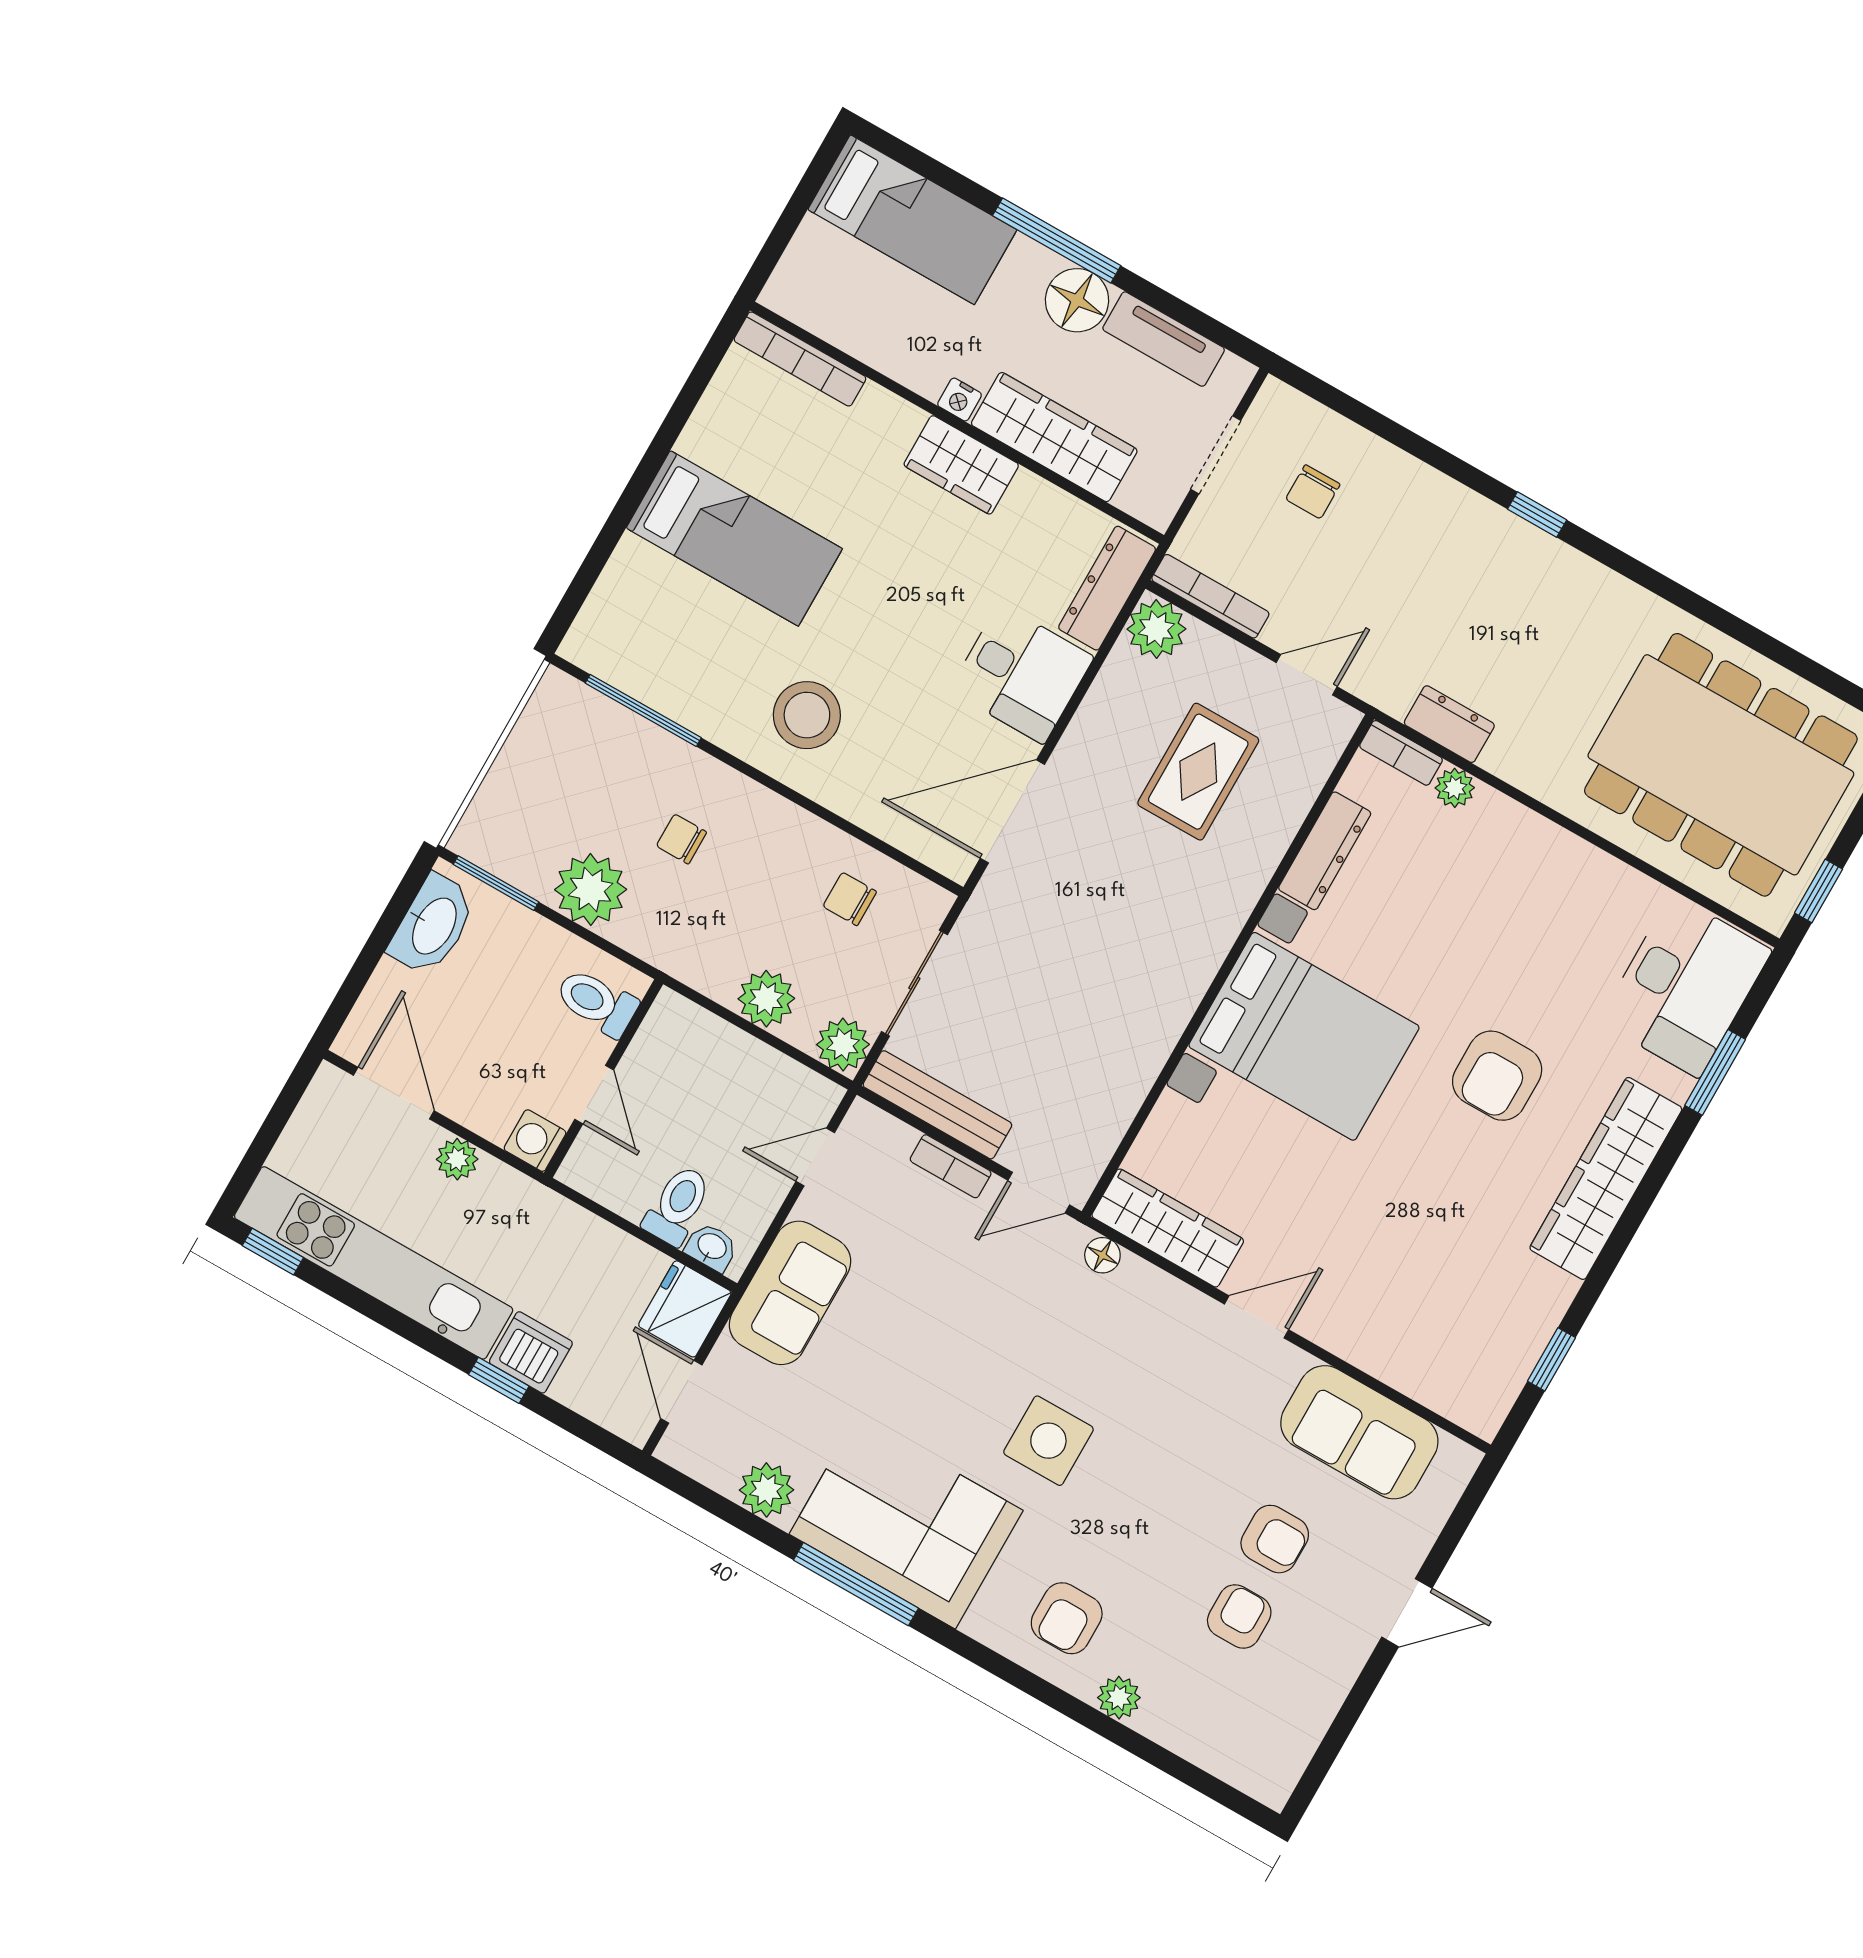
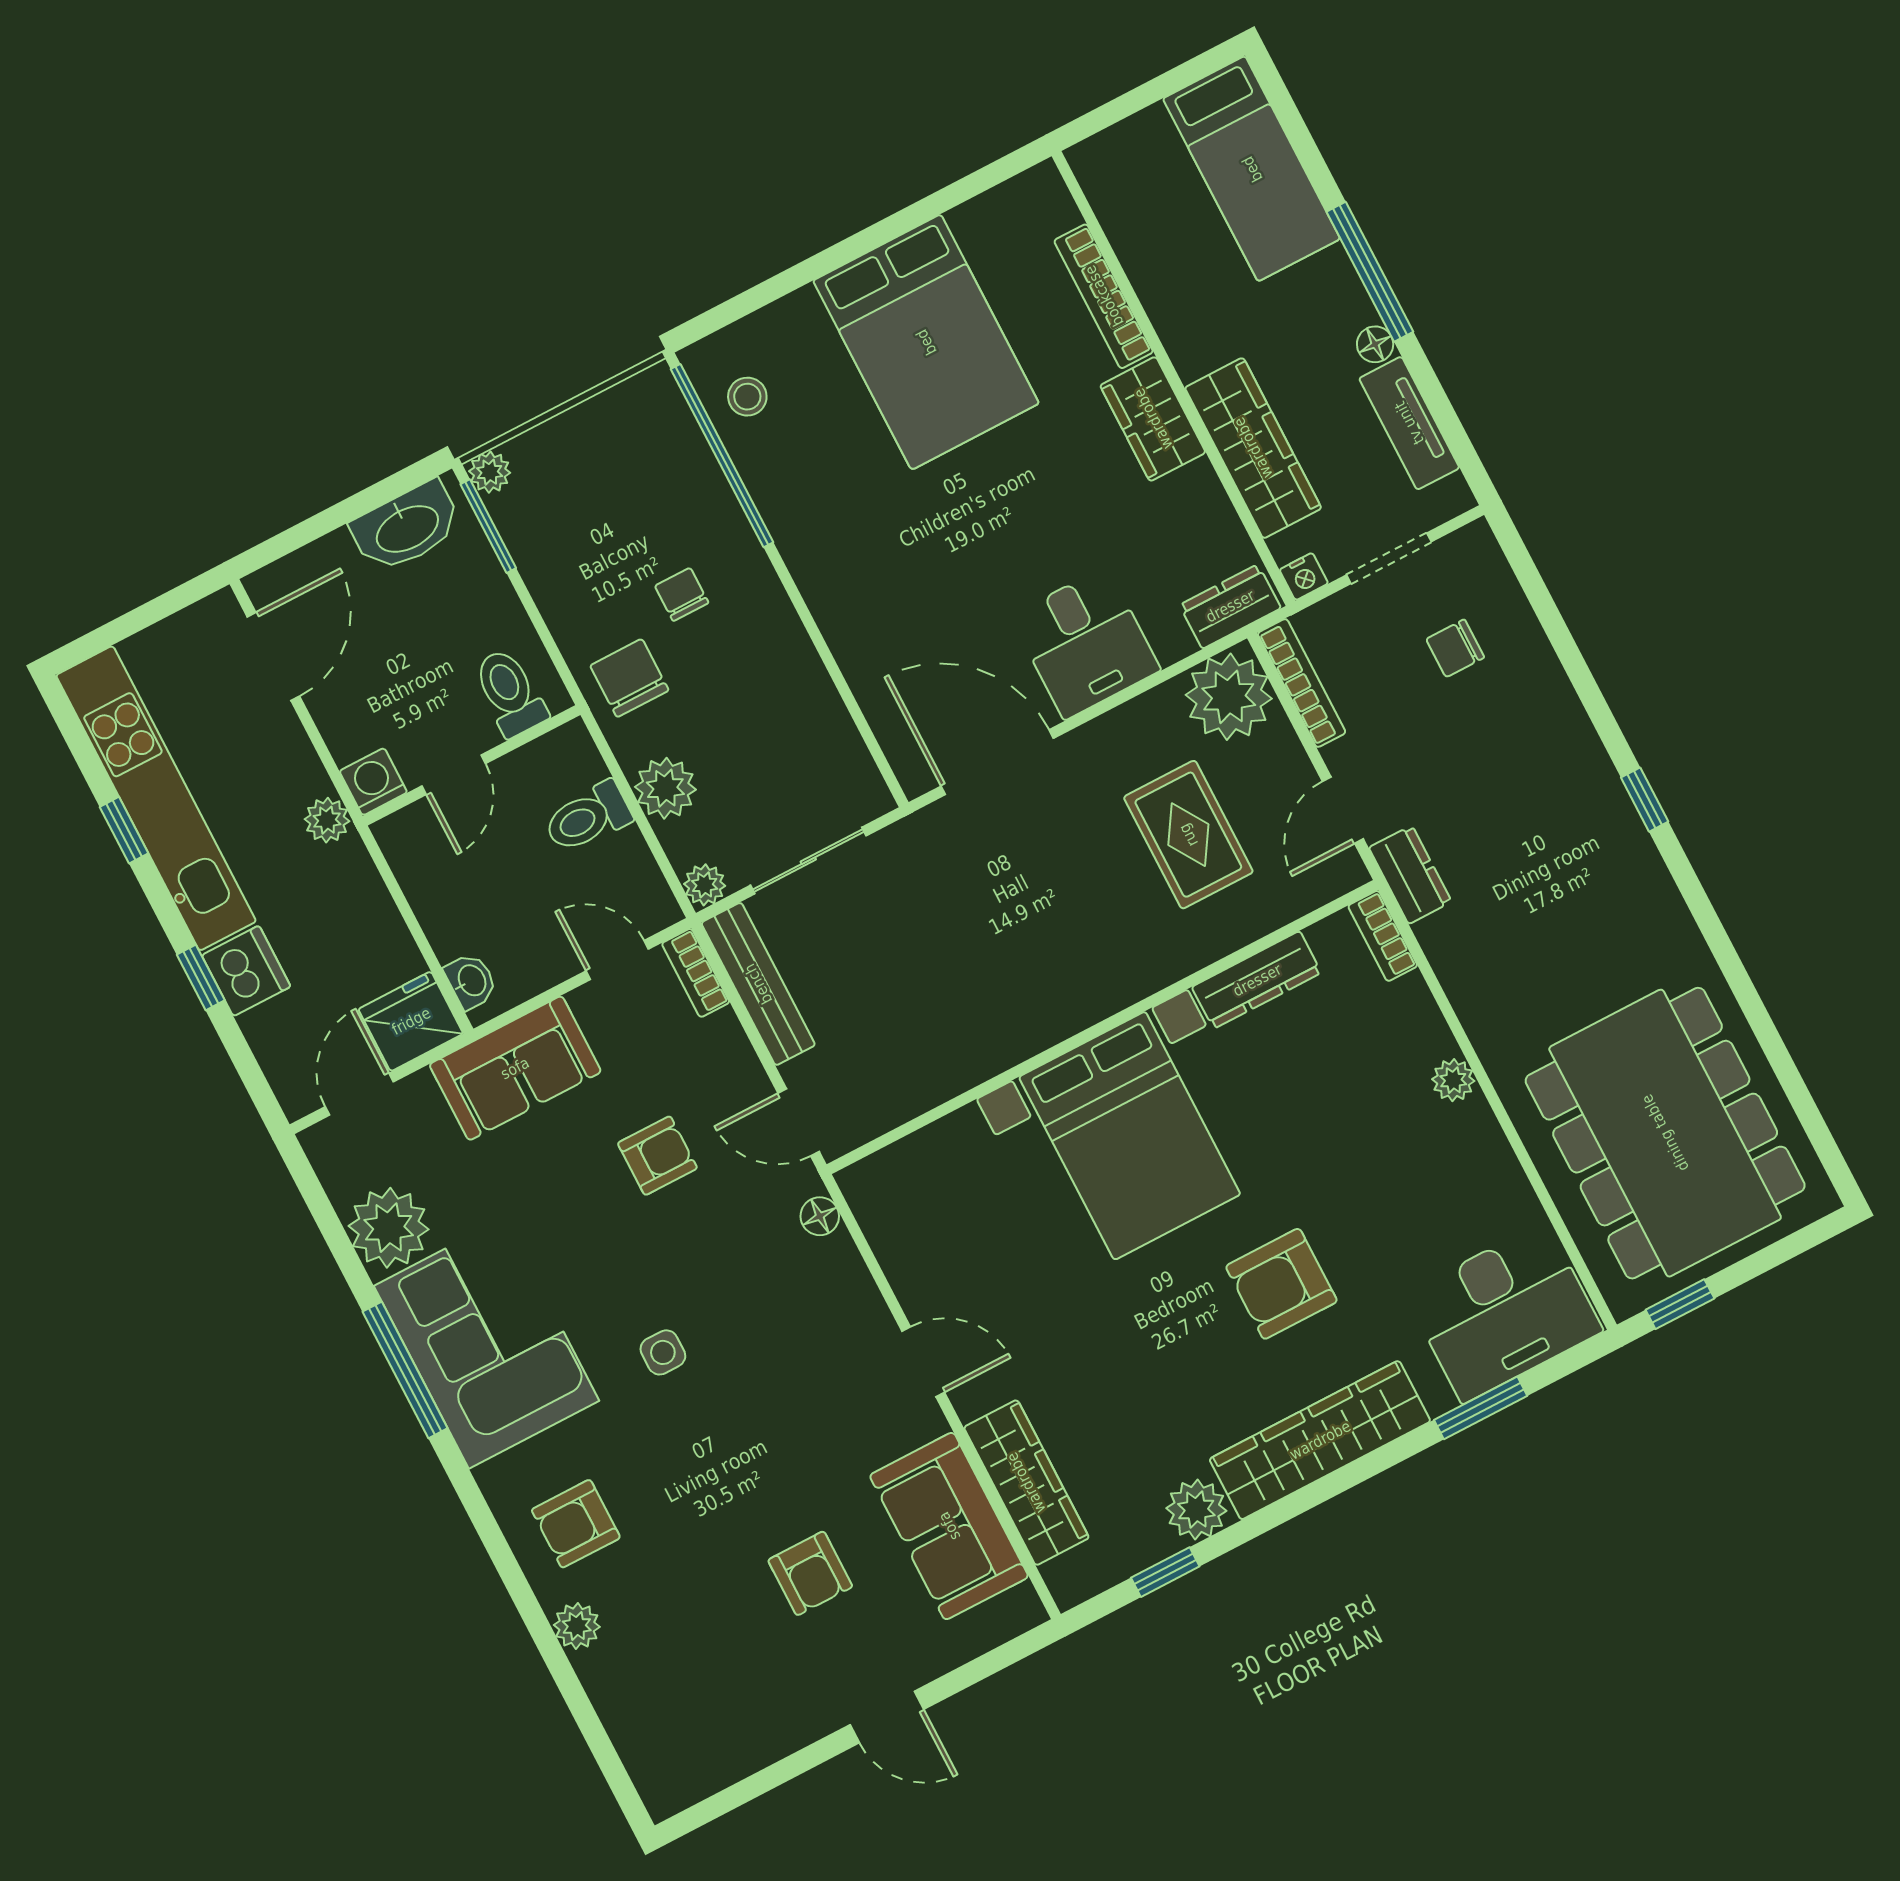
floor lamp: (1077, 300) -> (1375, 344), width x0.53, depth x0.53
bookcase: (800, 359) -> (1104, 296), moved
nightstand: (960, 400) -> (1304, 576), moved, turned -90
bed: (734, 538) -> (926, 342), width x1.50
dresser: (1107, 588) -> (1230, 606), width x0.70
plant: (1156, 629) -> (1229, 697), width x1.36, depth x1.36
door: (1307, 675) -> (1343, 810), swing flipped
window: (643, 710) -> (722, 456), width x1.46
stool: (807, 715) -> (747, 397), moved, width x0.53, depth x0.53
dresser: (1449, 724) -> (1410, 875), moved
rug: (1198, 772) -> (1188, 835), turned 90
plant: (1455, 788) -> (1453, 1080), moved
plant: (591, 890) -> (490, 472), moved, width x0.53, depth x0.53
chair: (850, 899) -> (629, 678), moved, width x1.37, depth x1.37
plant: (843, 1045) -> (705, 885), width x0.73, depth x0.73
plant: (457, 1159) -> (327, 820), moved
bookcase: (951, 1166) -> (696, 973), moved
toilet: (677, 1205) -> (588, 817), moved, turned 180
wardrobe: (1168, 1228) -> (1026, 1483), moved
window: (273, 1252) -> (124, 830), moved
plant: (1544, 1295) -> (1196, 1510), added
side table: (1048, 1441) -> (663, 1352), width x0.54, depth x0.54
plant: (766, 1490) -> (389, 1228), width x1.36, depth x1.36
armchair: (1239, 1617) -> (657, 1156), moved

